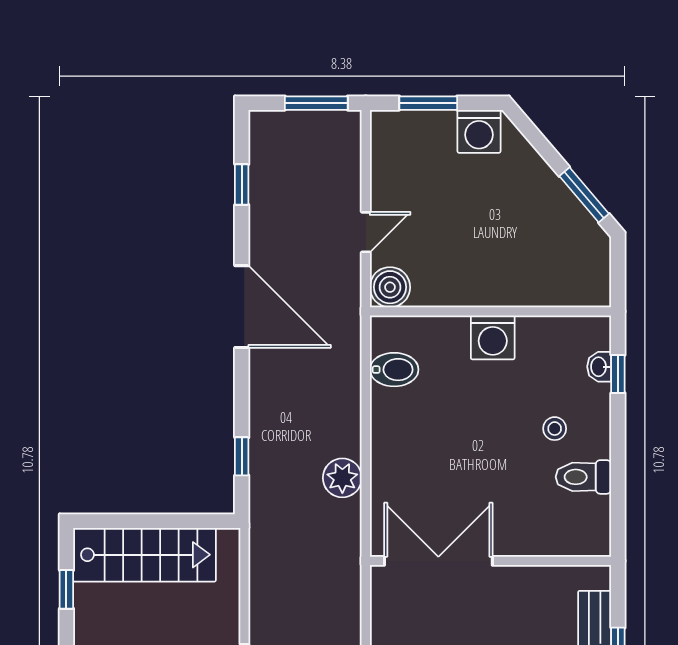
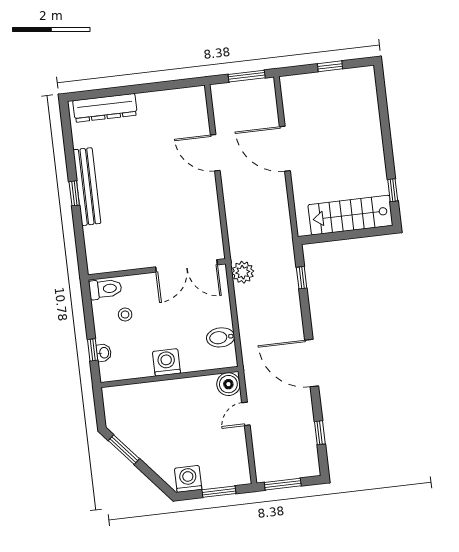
double door: (438, 561) -> (187, 266), moved
wall: (491, 561) -> (157, 269), moved

